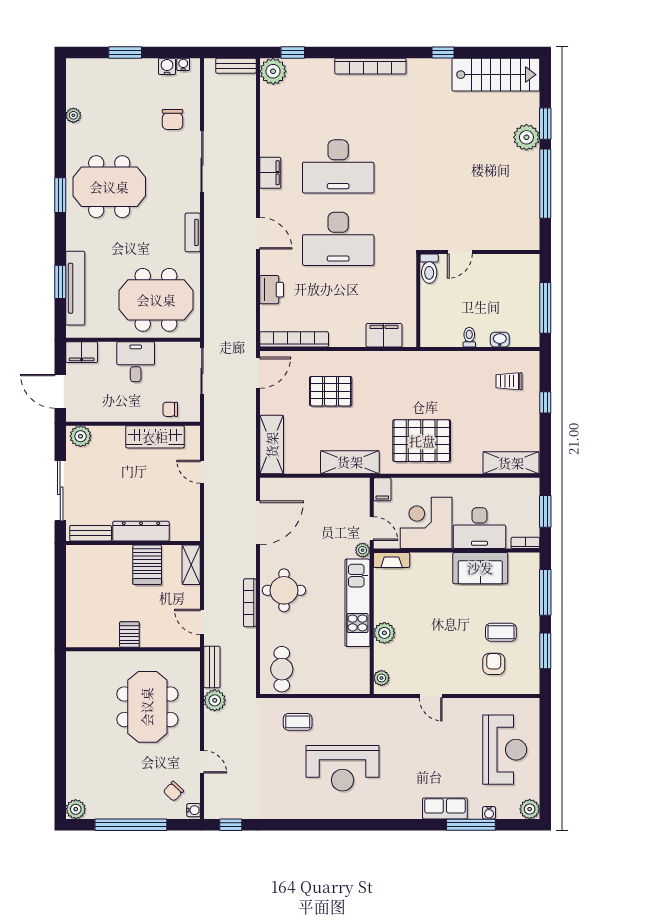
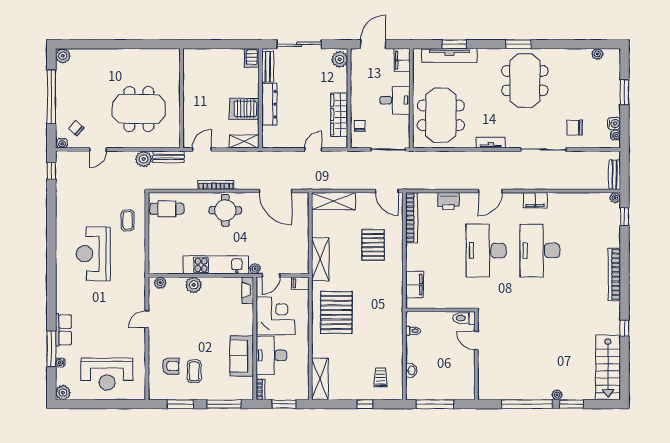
plant: (273, 71) -> (615, 198), width x0.53, depth x0.53
plant: (73, 115) -> (597, 54), moved
plant: (526, 137) -> (557, 395), width x0.53, depth x0.53
toilet: (469, 337) -> (413, 331), moved
server rack: (129, 635) -> (252, 58), moved, turned 90

